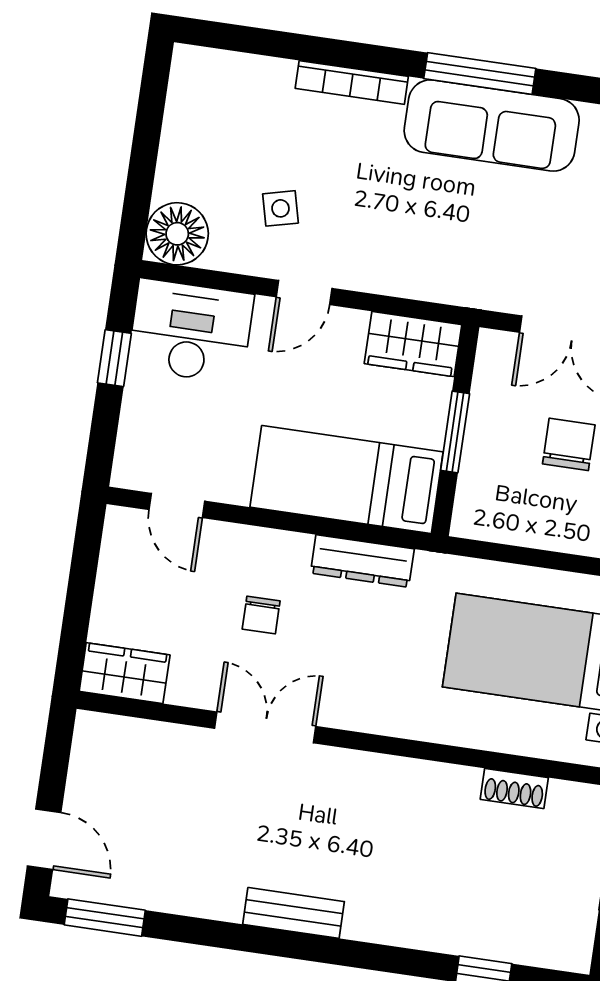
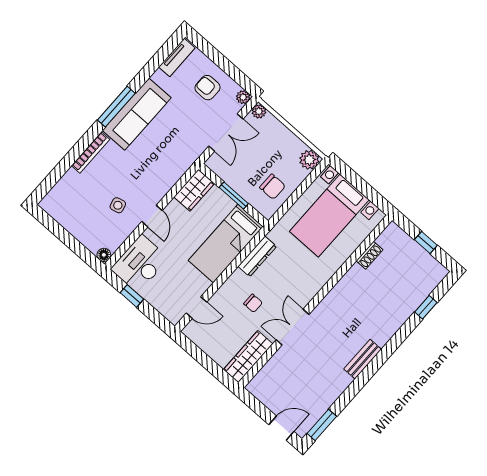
floor lamp: (177, 234) -> (104, 255), width x0.53, depth x0.53
chair: (569, 444) -> (273, 187), moved, turned 180
wardrobe: (125, 673) -> (248, 357), width x1.50

